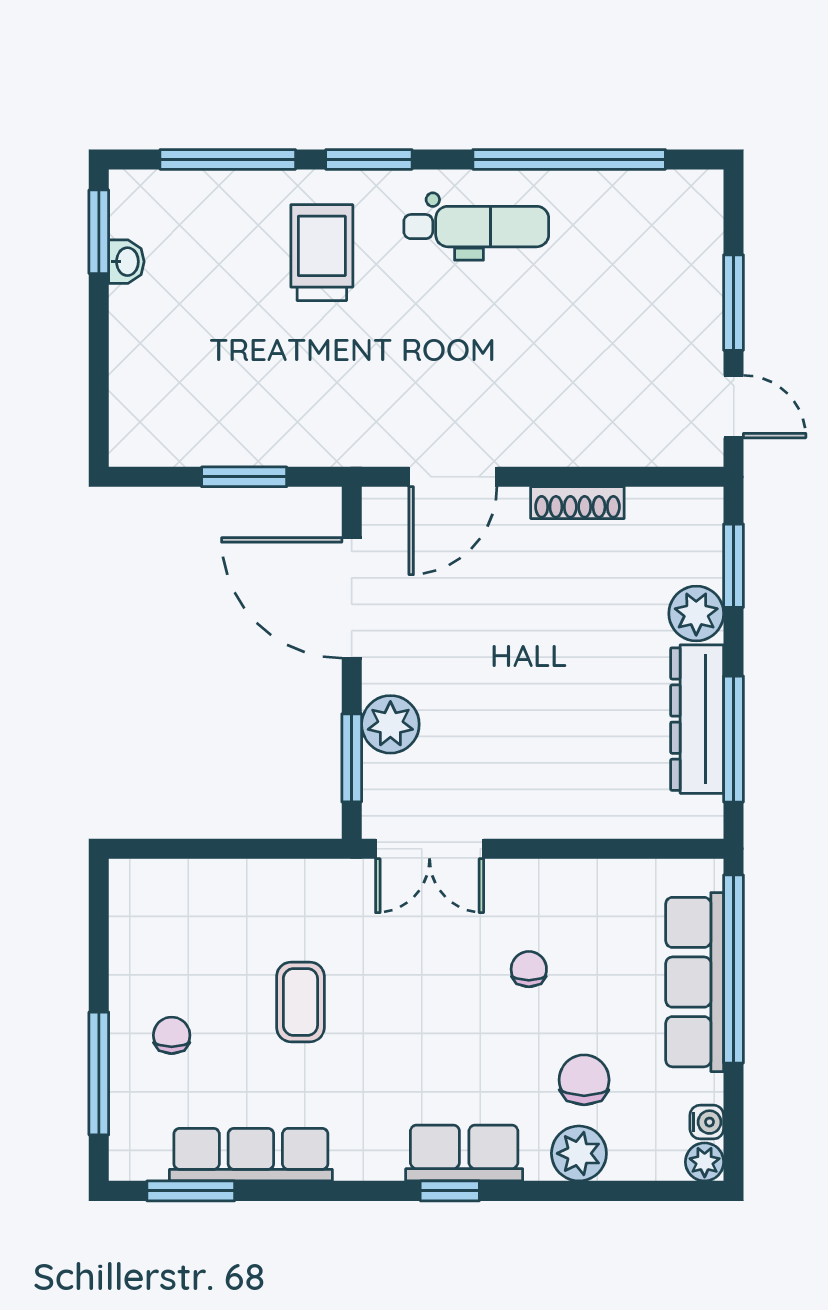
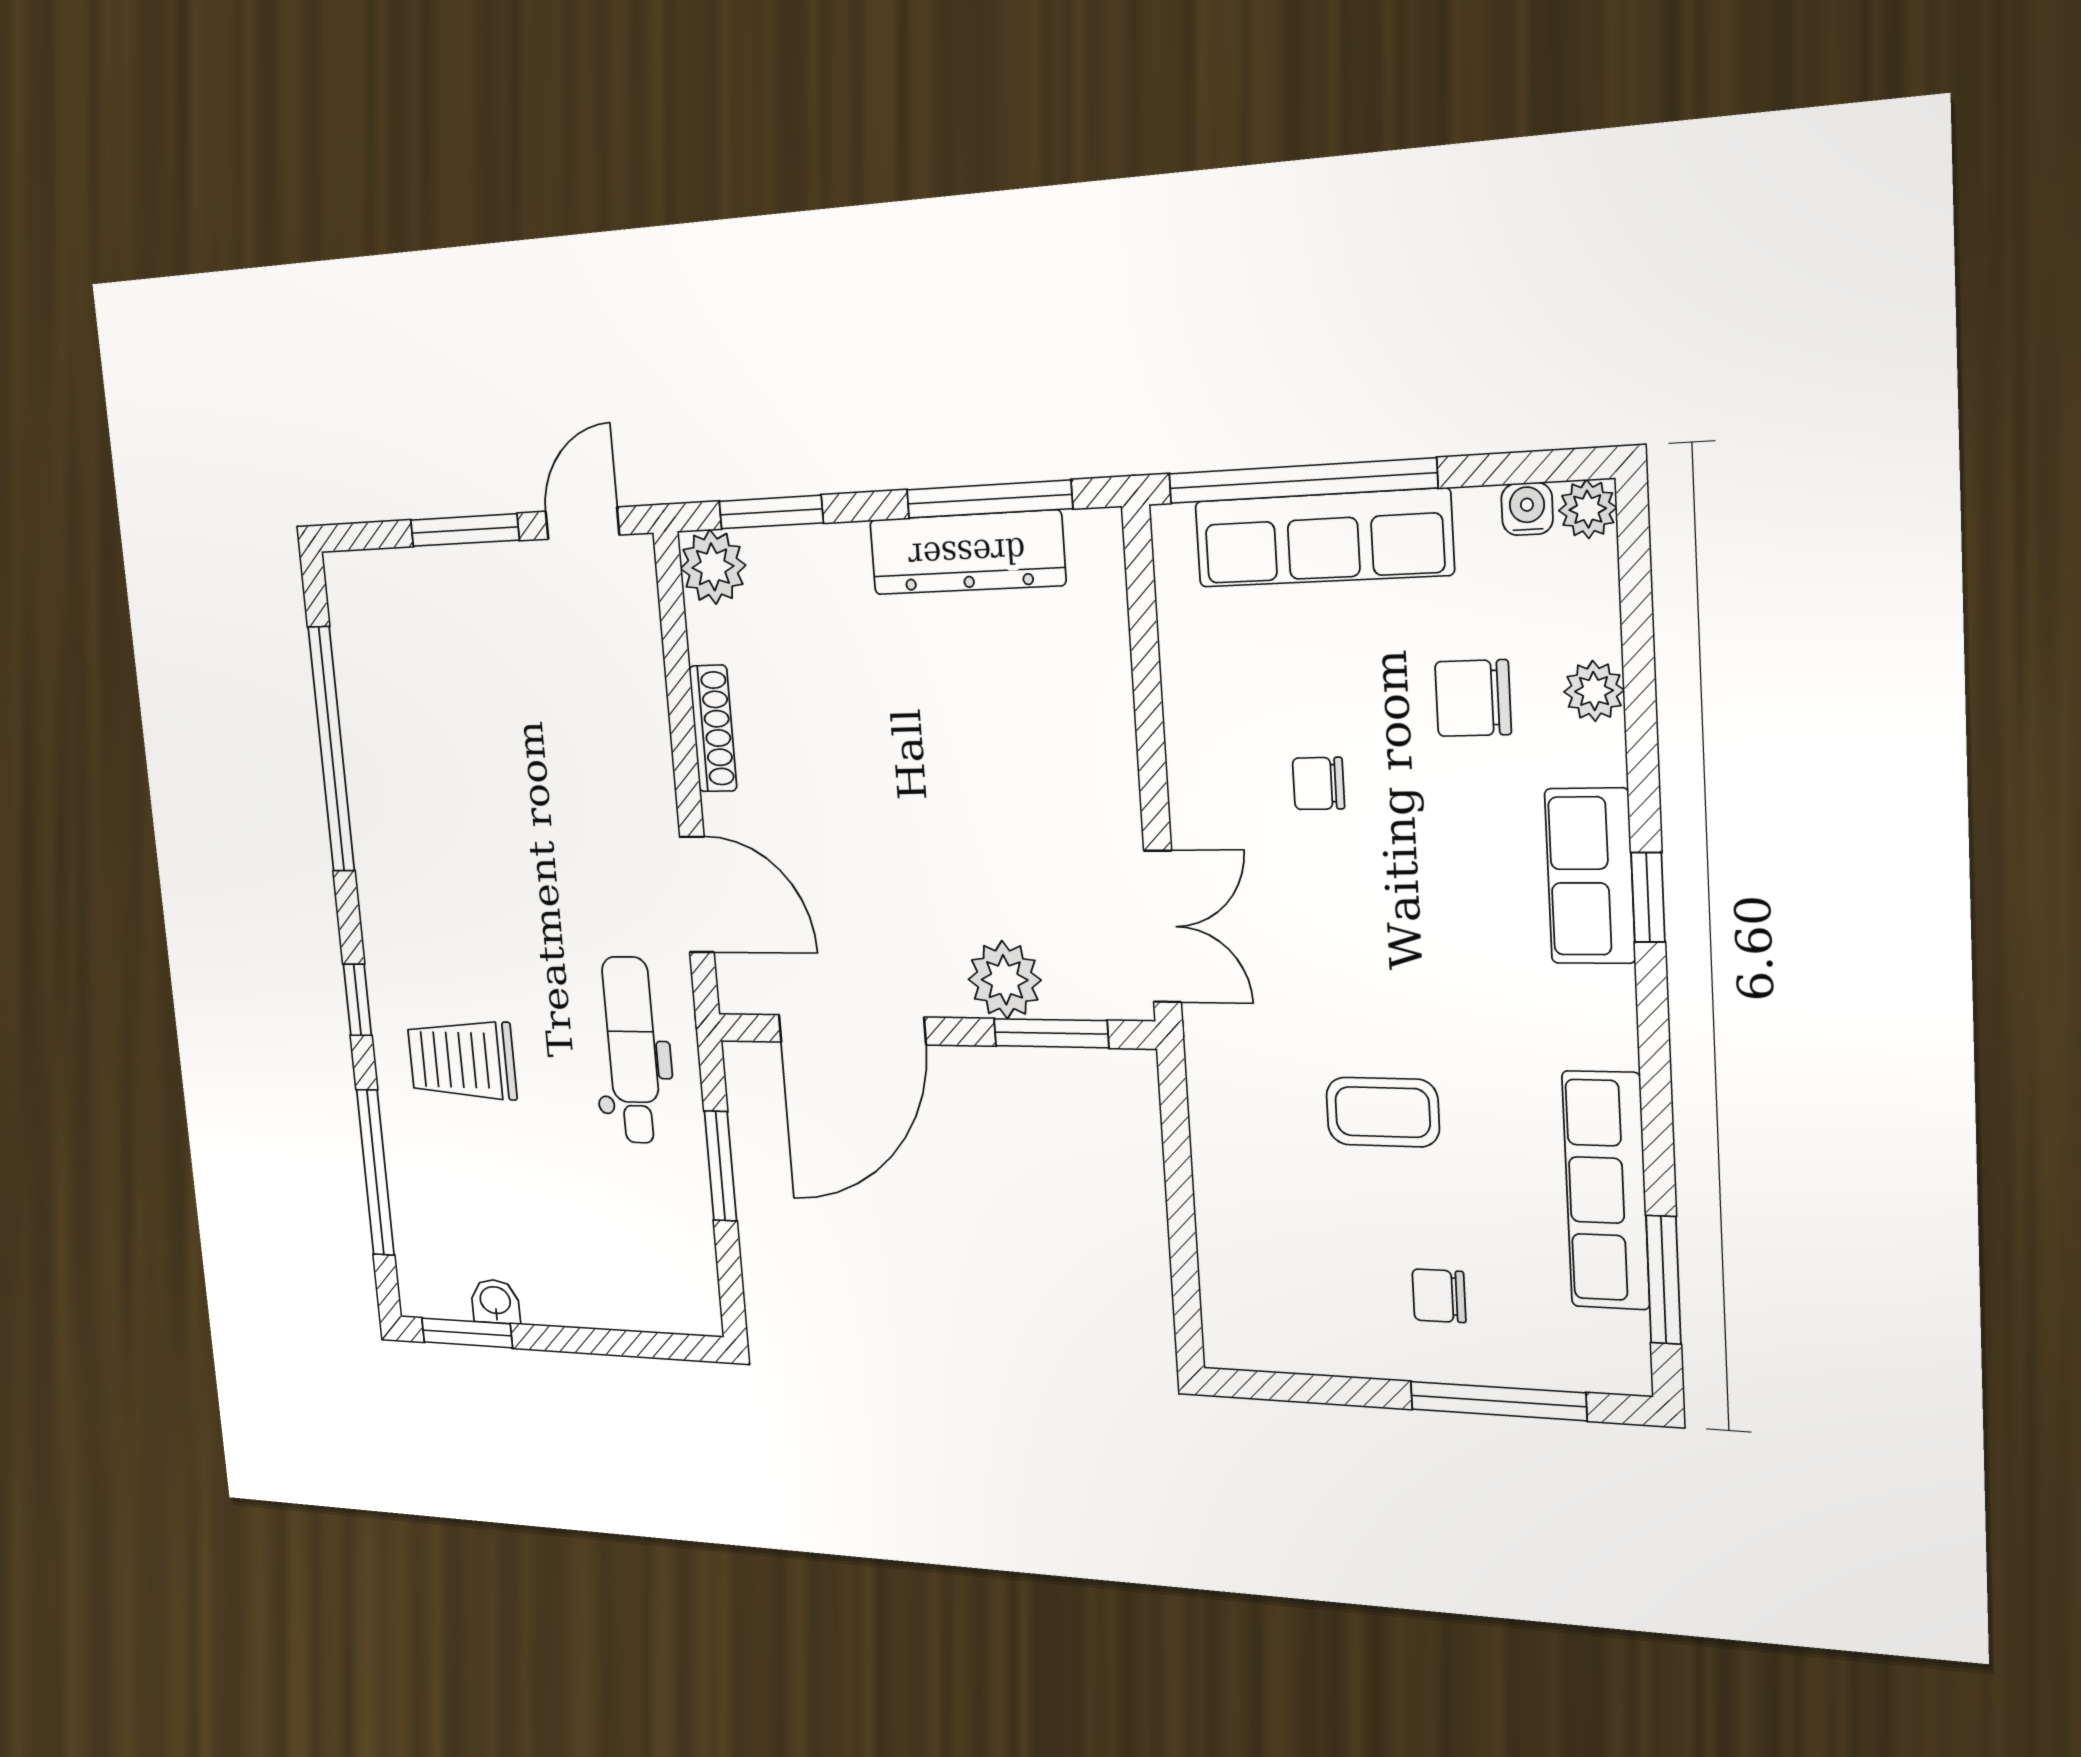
window: (369, 159) -> (357, 1000), width x0.67
dental chair: (476, 227) -> (632, 1050), moved
plant: (696, 614) -> (713, 567), moved
plant: (579, 1153) -> (1594, 691), width x0.73, depth x0.73

